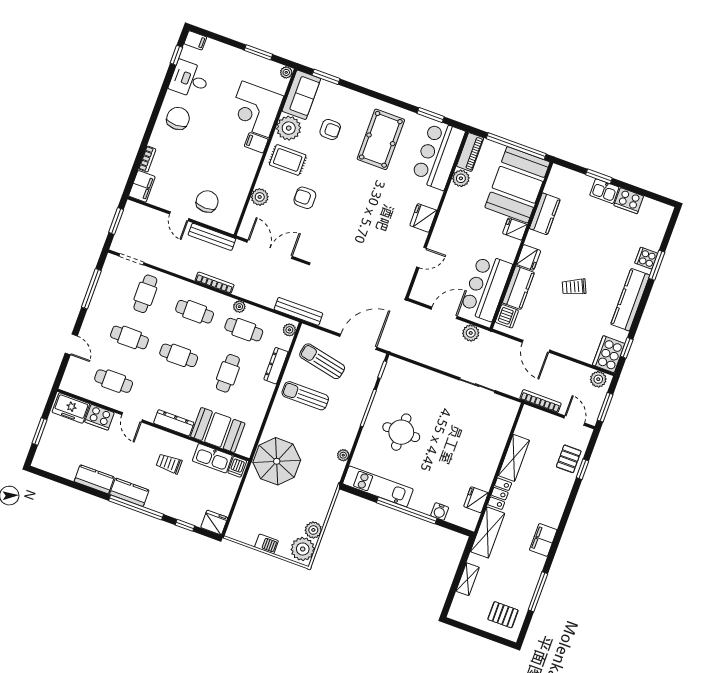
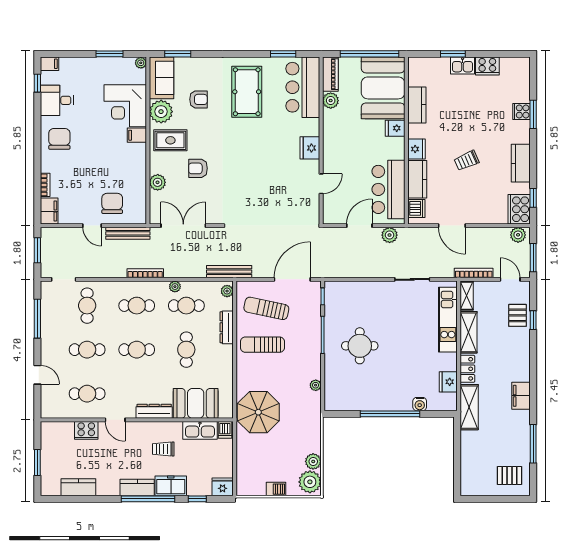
kitchen counter: (630, 300) -> (521, 163), width x0.67
freezer: (71, 408) -> (171, 486), moved, turned 180
kitchen counter: (94, 479) -> (78, 487), moved
kitchen unit: (378, 486) -> (448, 320), moved, turned -90
shelving: (468, 579) -> (467, 296), moved

